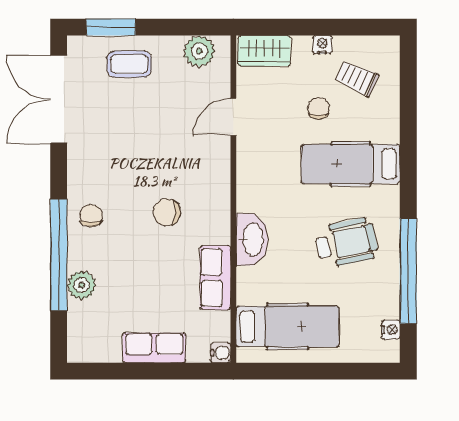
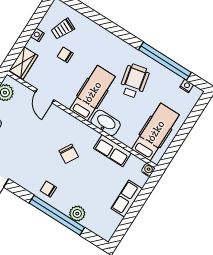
hospital bed: (351, 164) -> (92, 93), moved, turned 180
chair: (167, 212) -> (69, 154), turned -64

